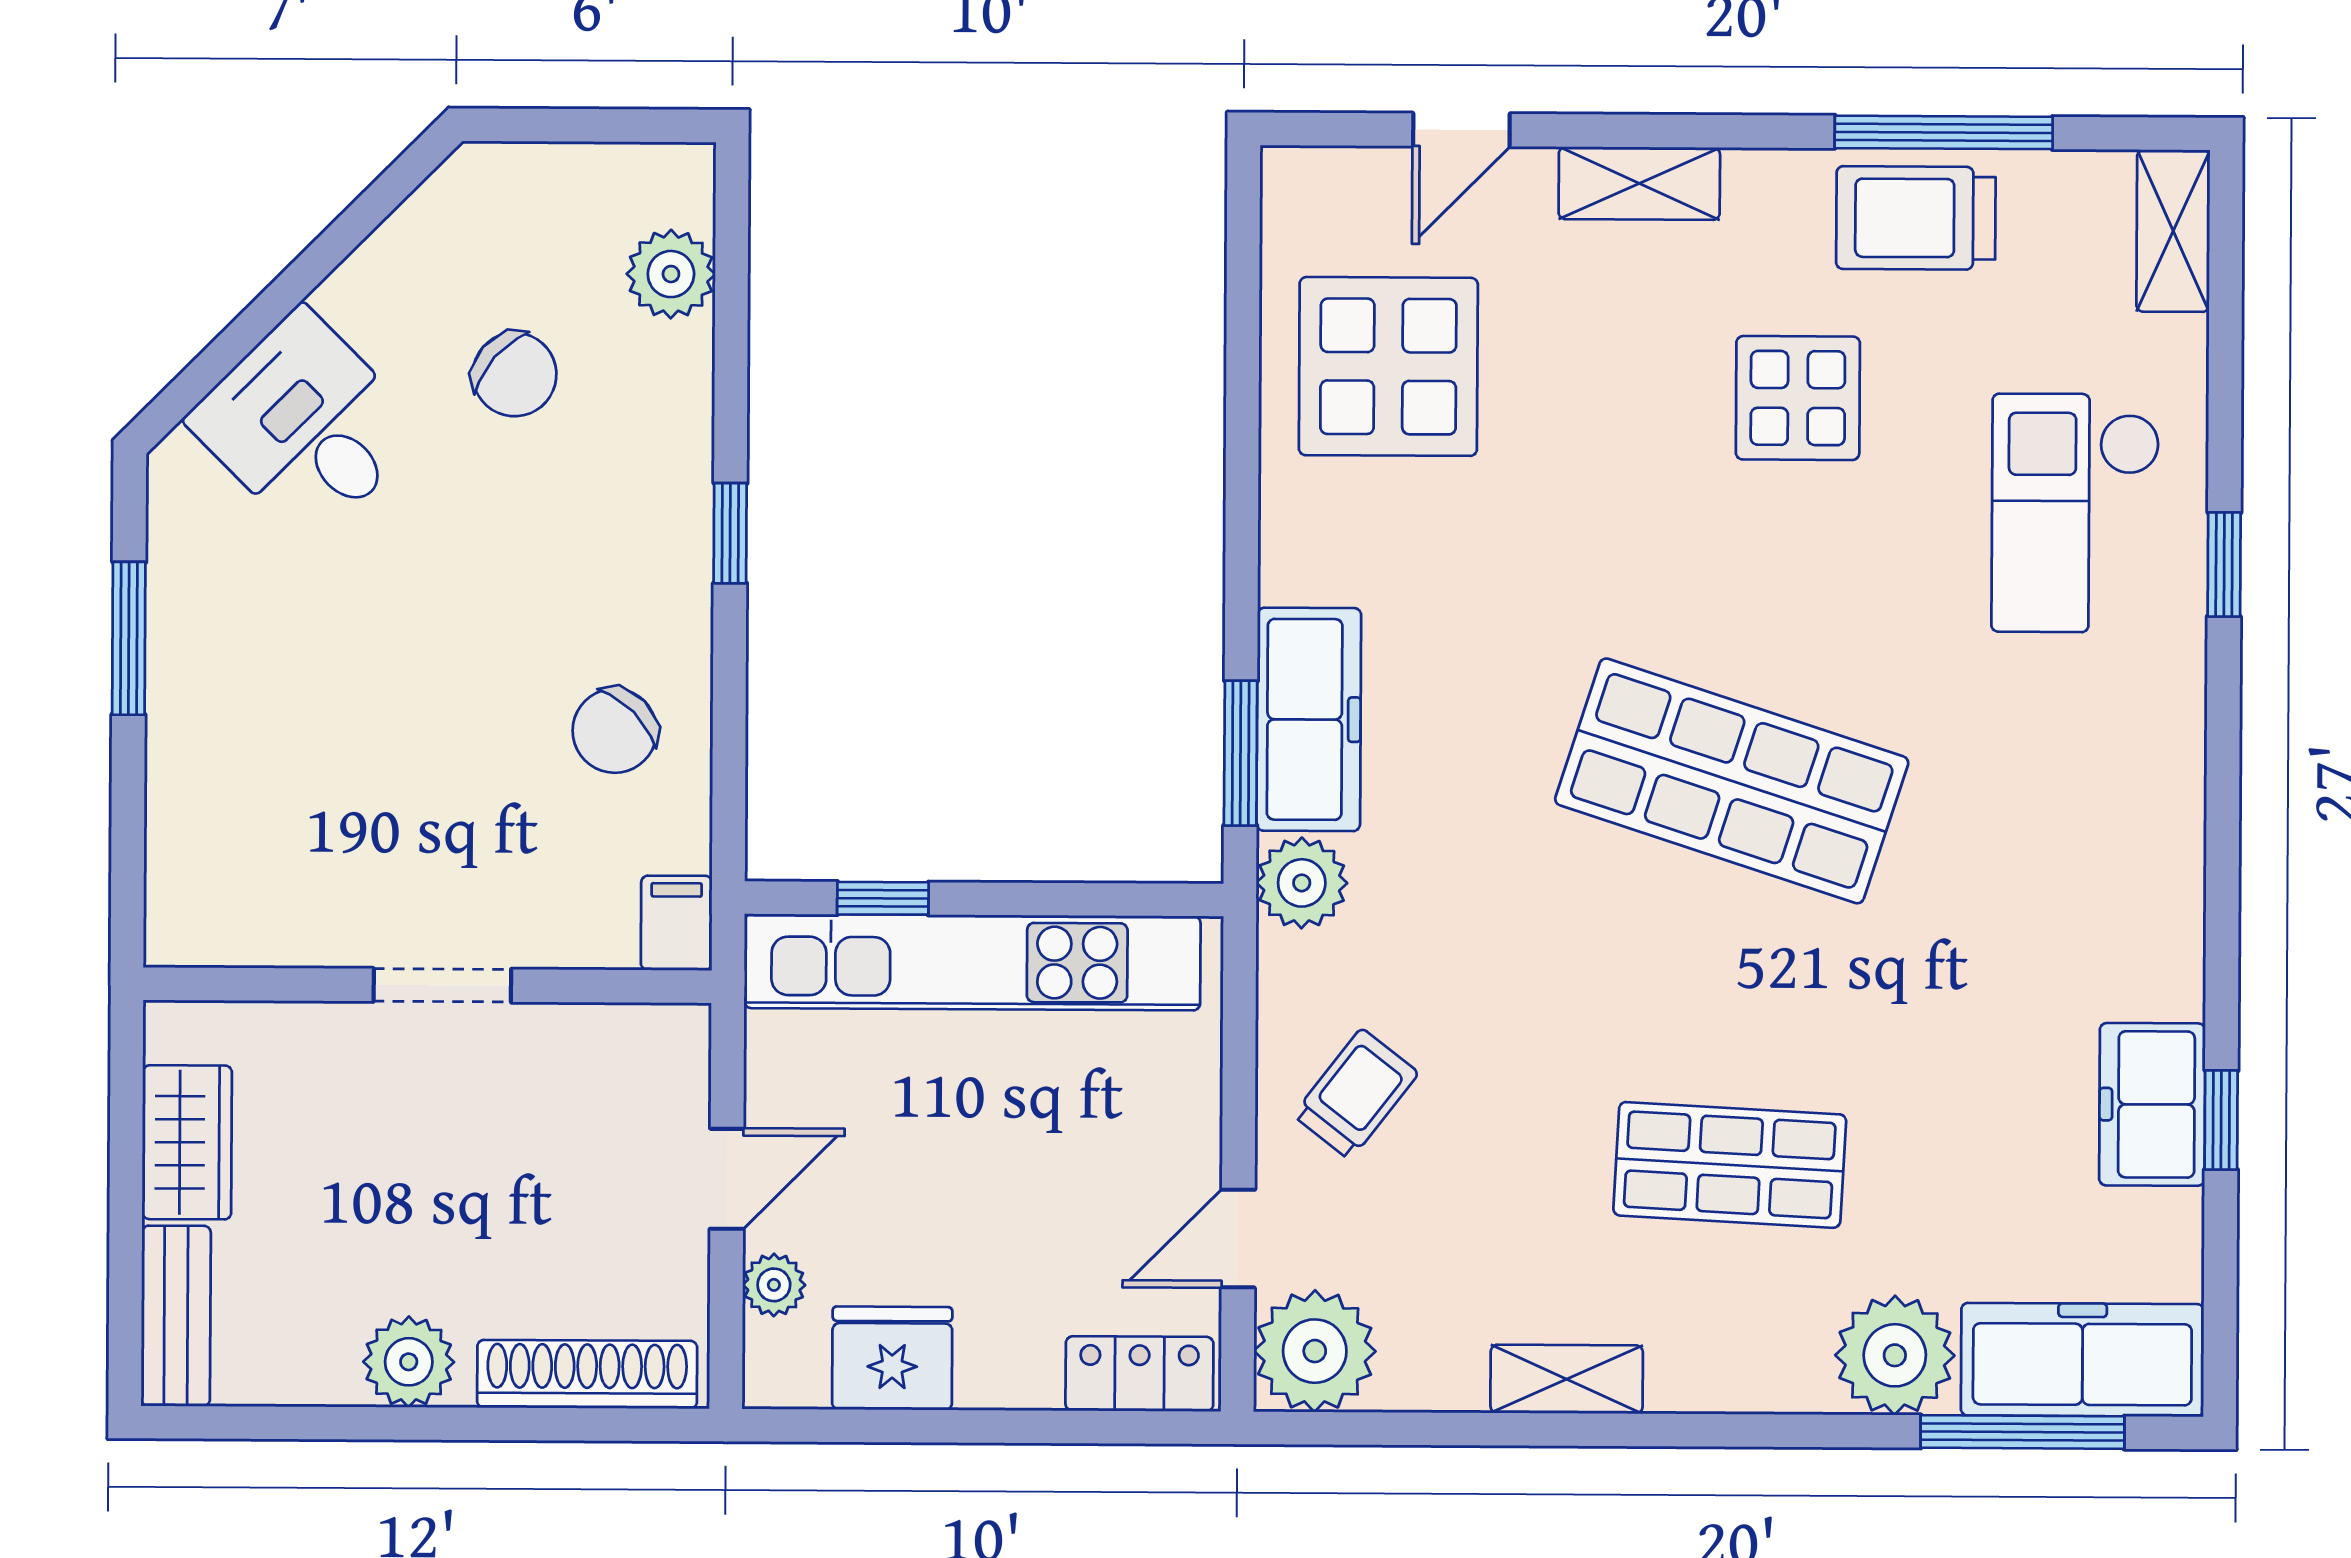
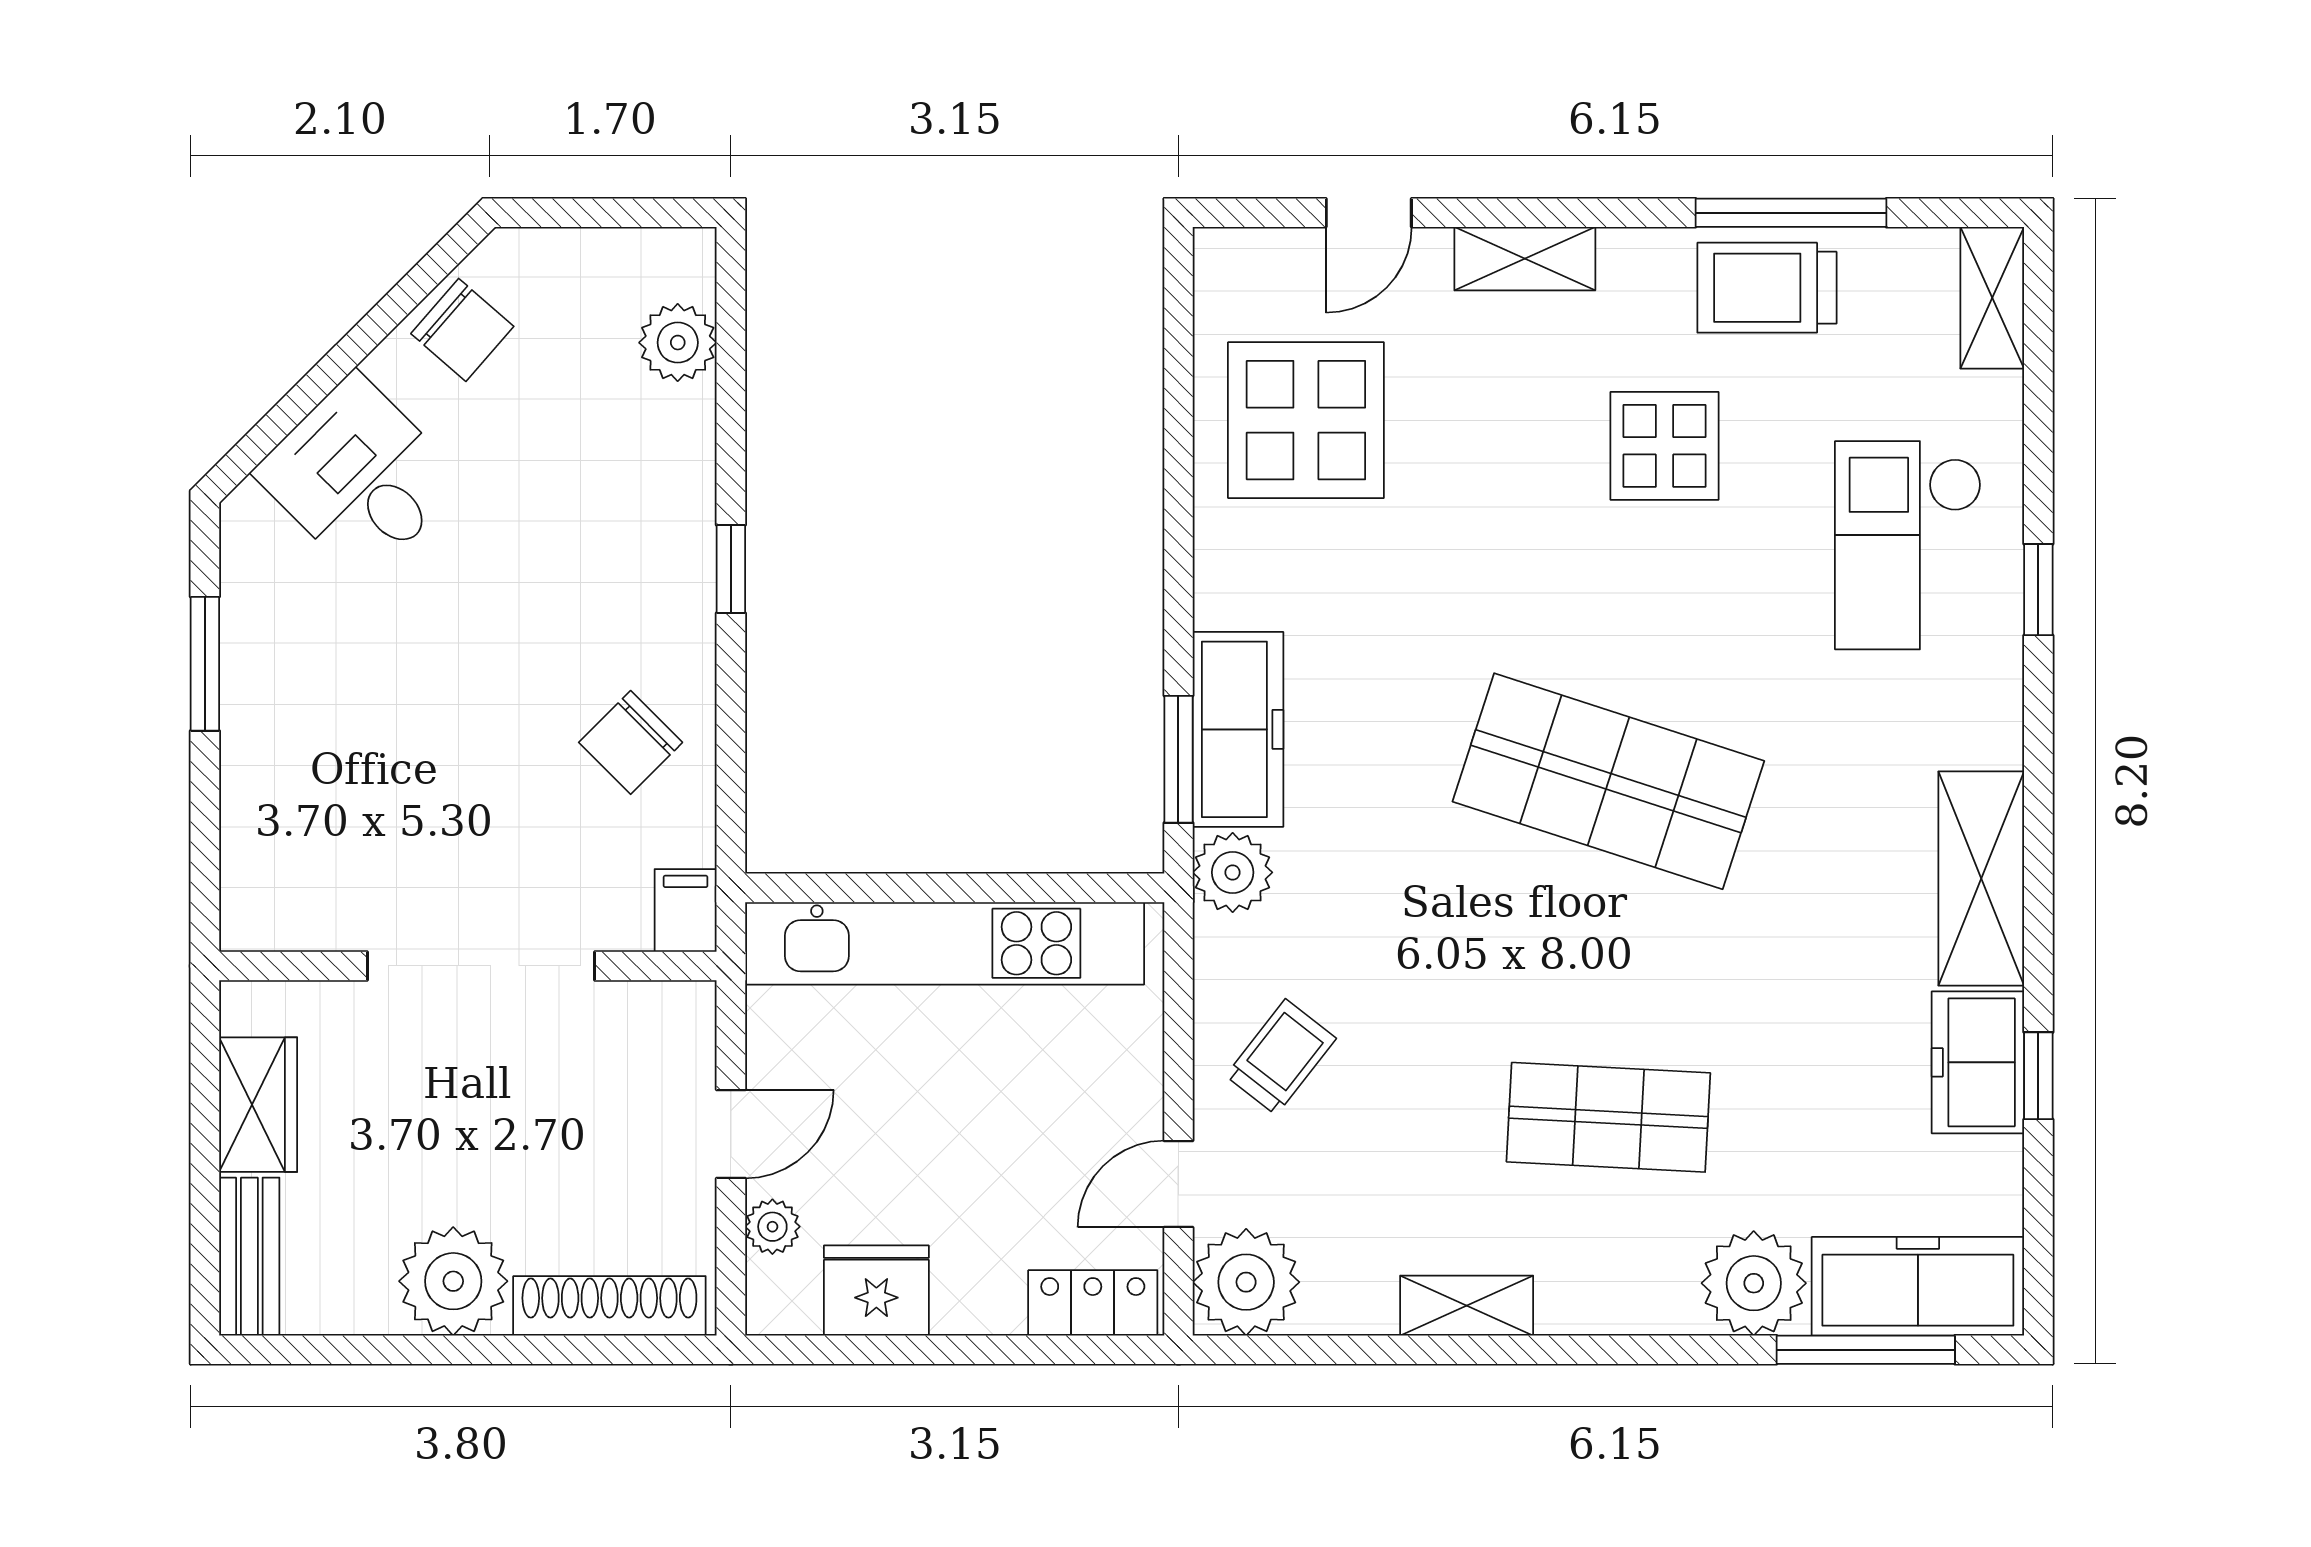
chair: (515, 374) -> (462, 330), moved
shelving: (2157, 894) -> (1981, 879), added
window: (883, 898) -> (866, 888), removed
doorway: (442, 985) -> (481, 966), width x1.87
plant: (409, 1362) -> (453, 1281), width x1.36, depth x1.36

